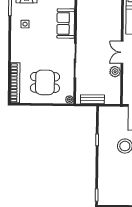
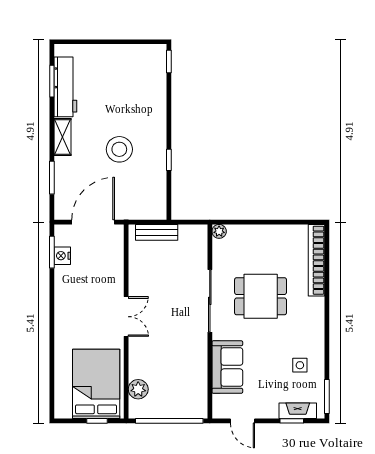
plant: (115, 72) -> (138, 389), moved
dining table: (45, 82) -> (261, 296), moved
bench: (92, 99) -> (157, 232), moved

